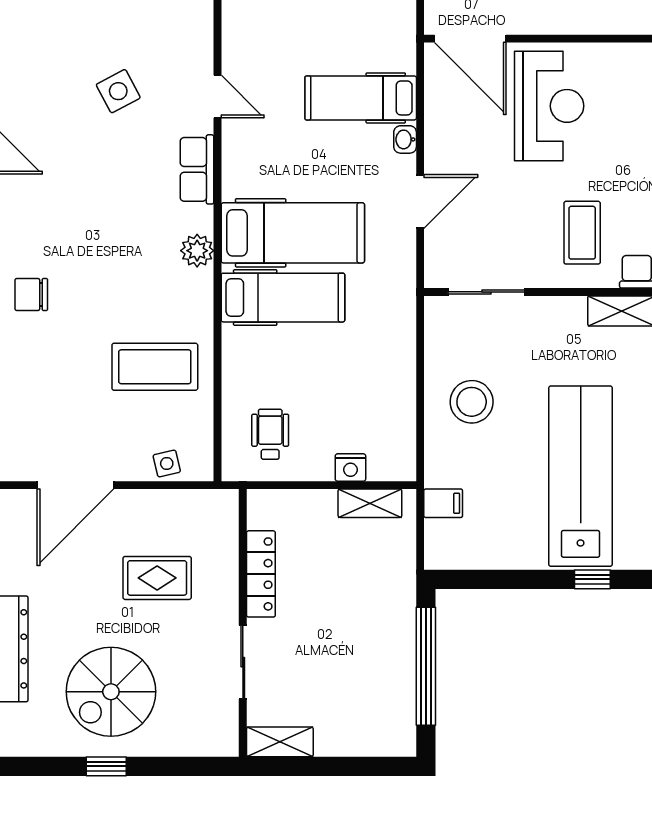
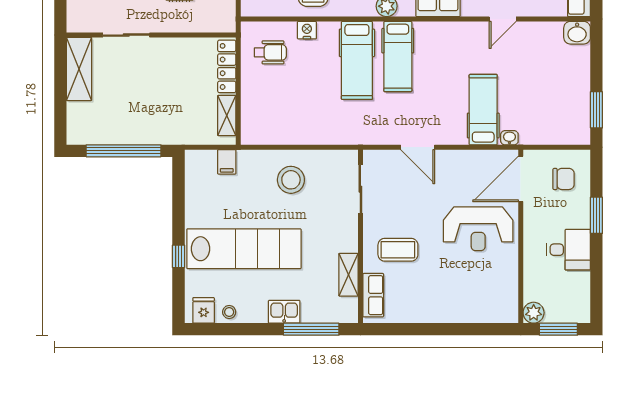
door: (217, 96) -> (503, 19), moved
washbasin: (405, 139) -> (509, 138), moved
hospital bed: (293, 233) -> (398, 56), width x0.73, depth x0.78
nightstand: (350, 467) -> (307, 30), moved, turned 90
locker: (261, 574) -> (227, 66), moved, turned 90
shelving: (280, 742) -> (79, 69), width x1.50, depth x1.33

